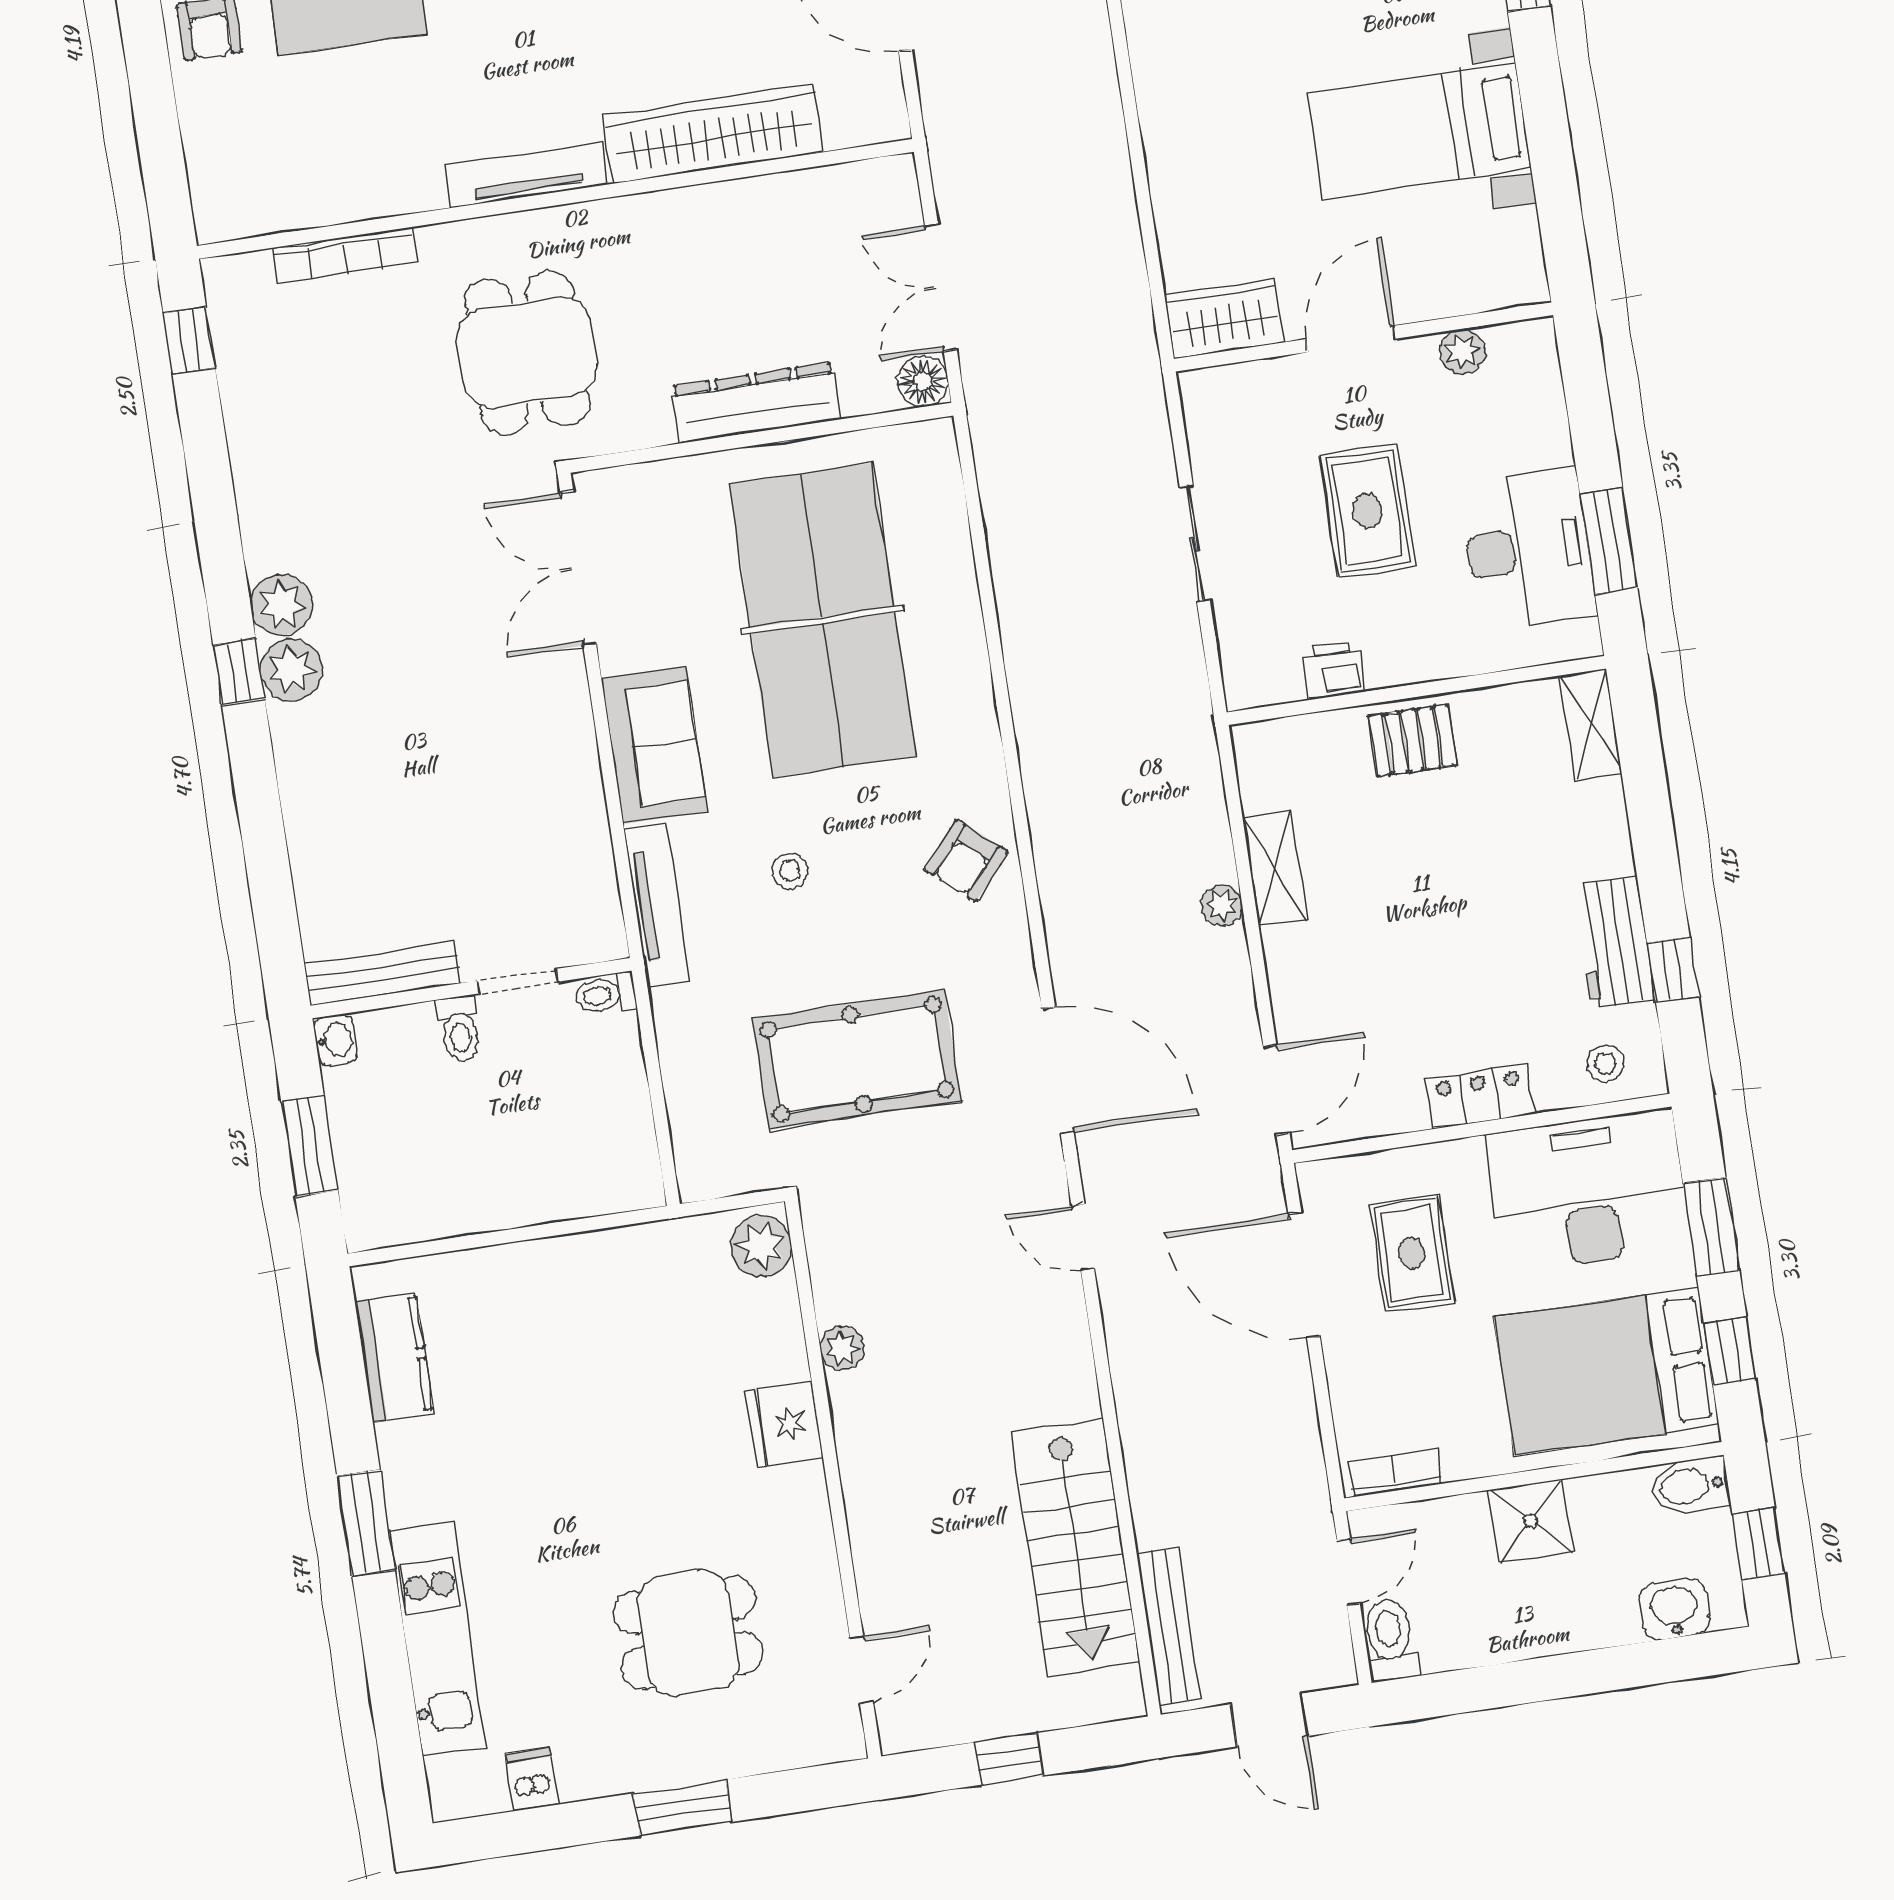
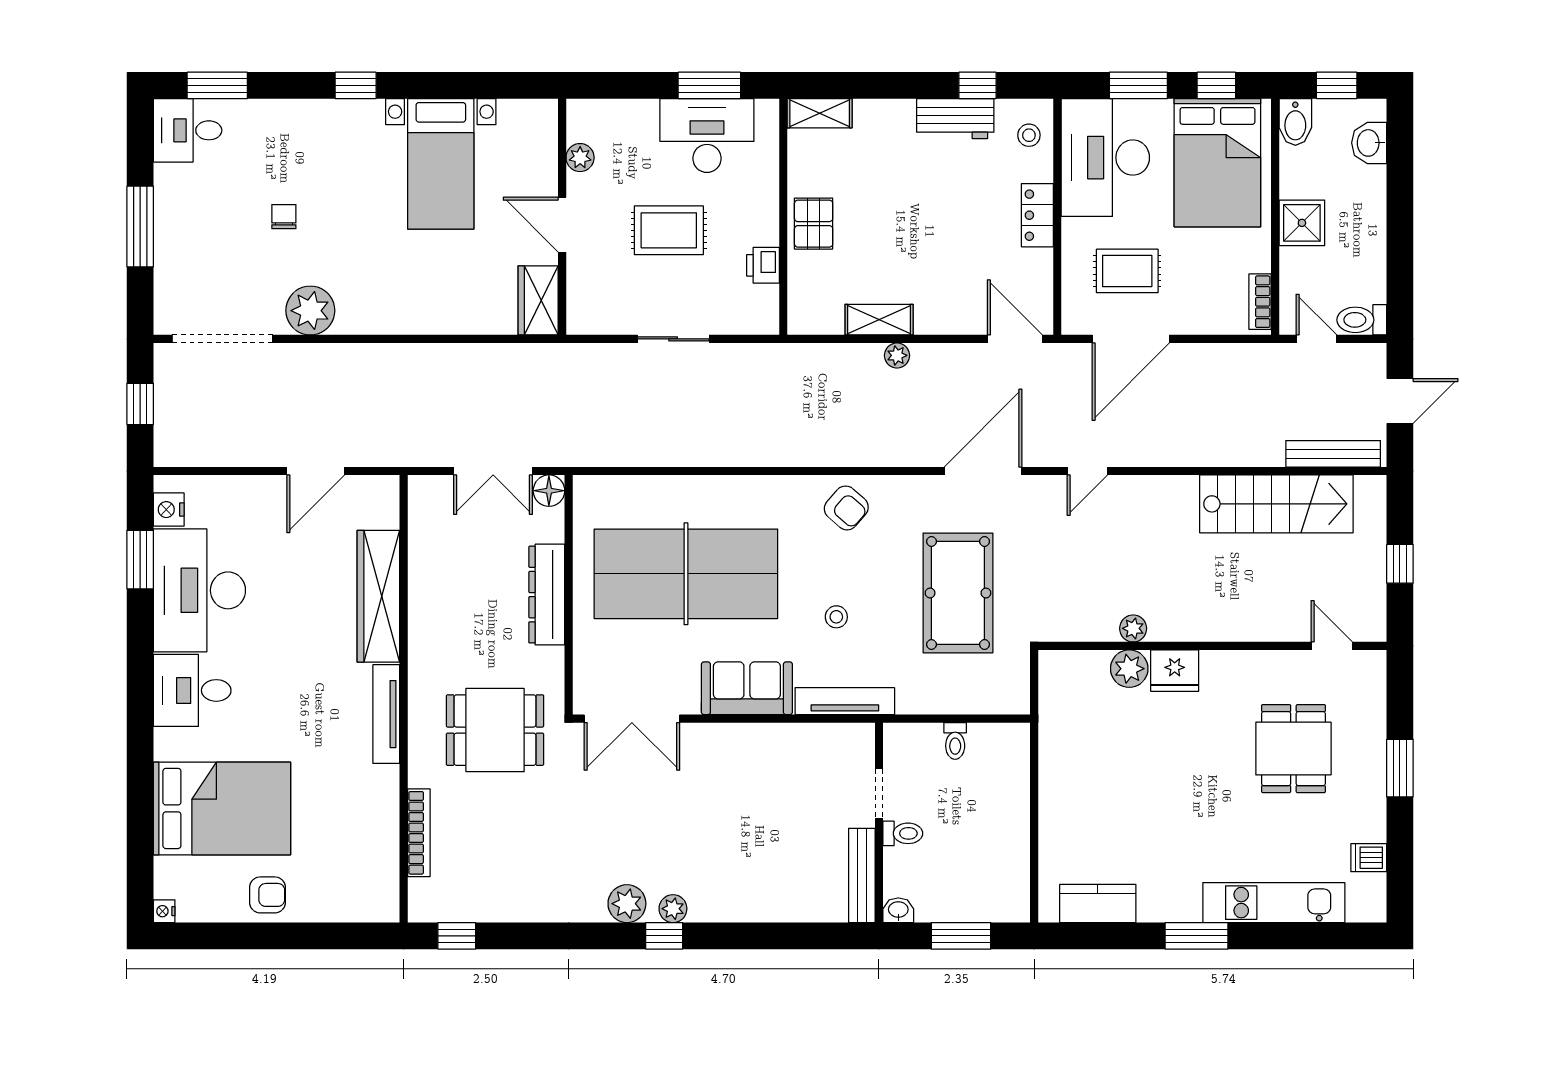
plant: (291, 670) -> (673, 909), width x0.73, depth x0.73
toilet: (605, 995) -> (955, 741), moved
plant: (761, 1246) -> (1129, 669), moved

